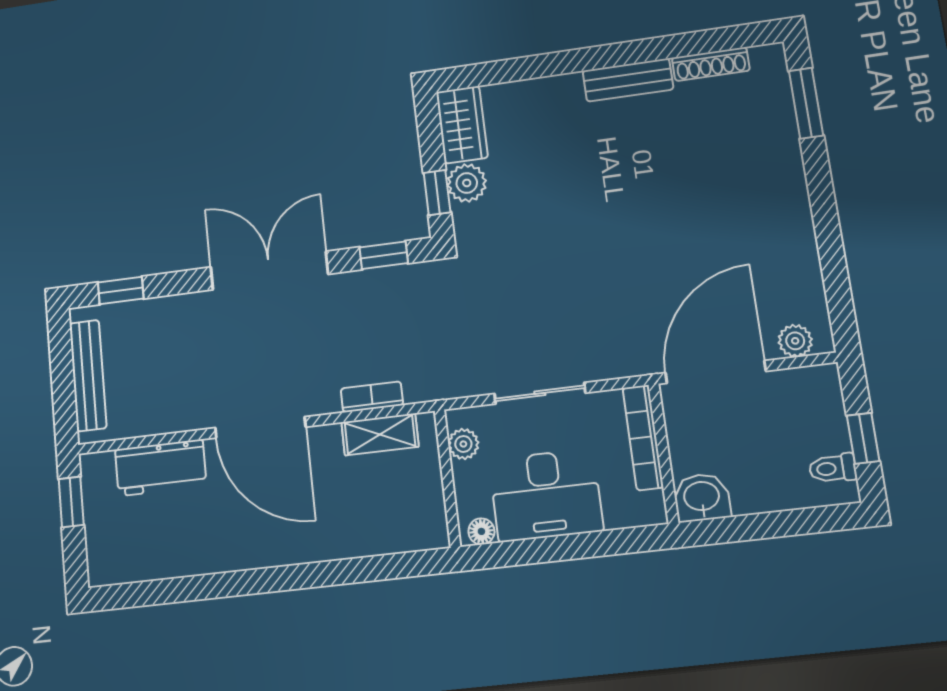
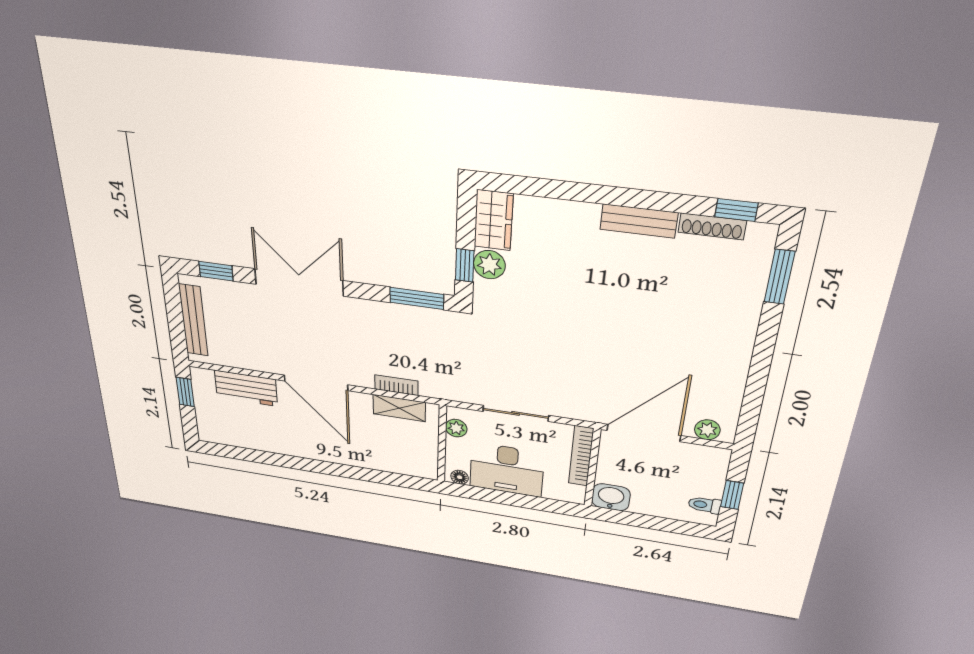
window: (731, 38) -> (736, 210), added
window: (384, 255) -> (417, 298), width x1.50
double door: (269, 271) -> (299, 282), moved

